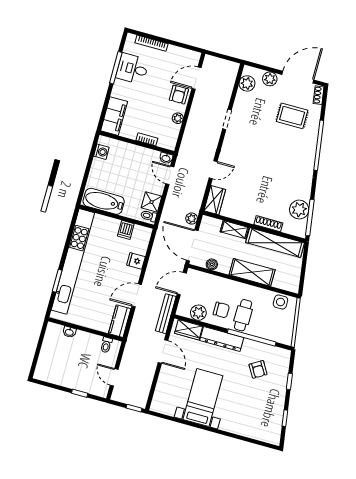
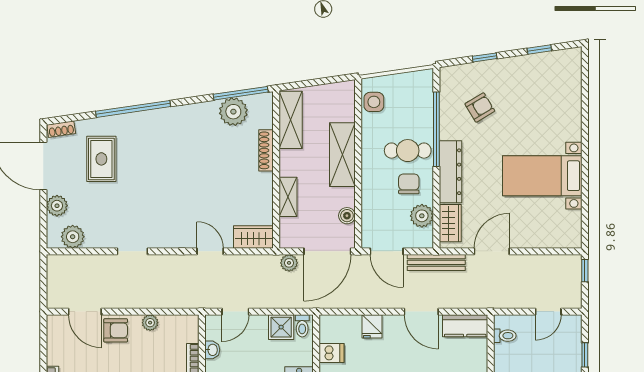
washbasin: (166, 158) -> (212, 350), moved
shelving: (275, 243) -> (291, 120), width x0.68

